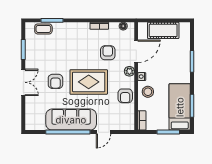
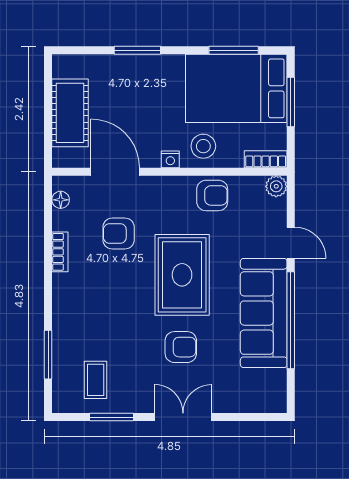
coffee table: (43, 29) -> (96, 380), moved
plant: (129, 71) -> (276, 186), moved
bed: (180, 107) -> (236, 88), width x1.50

